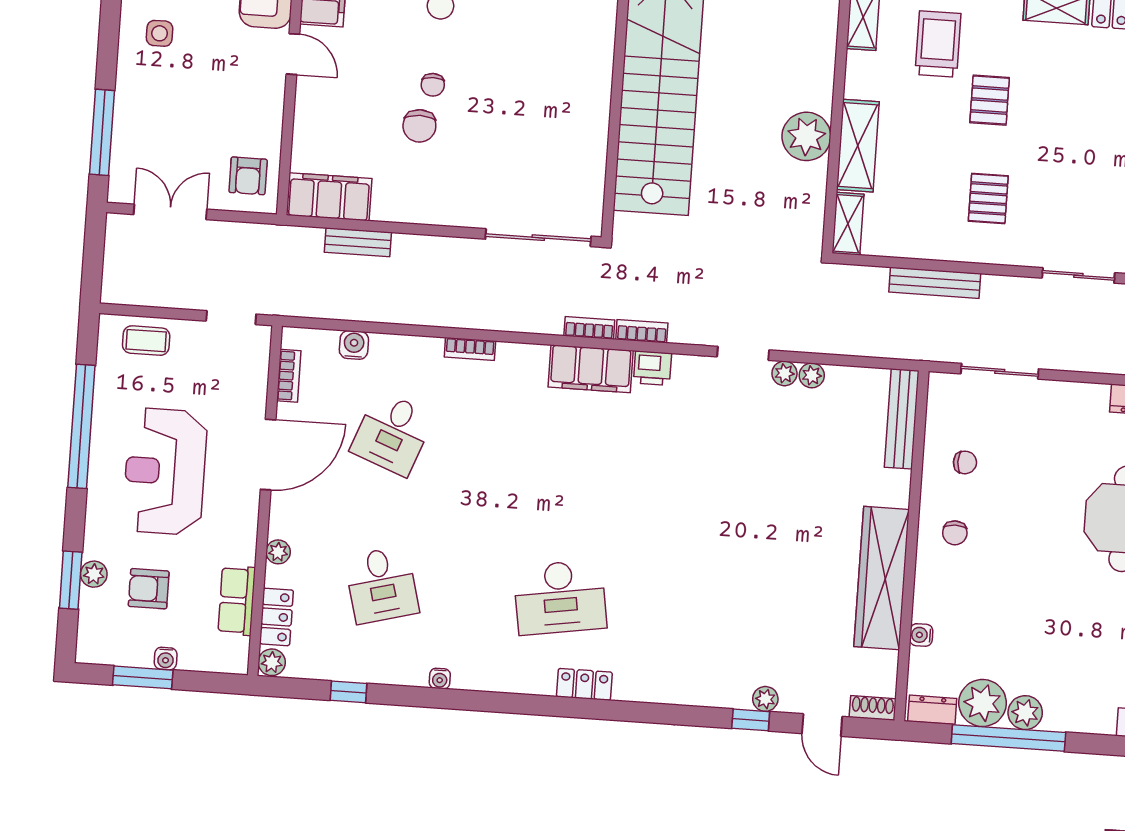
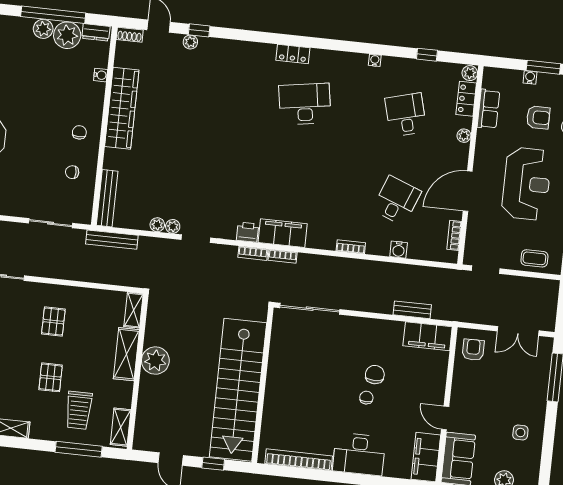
bench: (935, 283) -> (112, 240), moved
water cooler: (354, 345) -> (399, 250), moved

